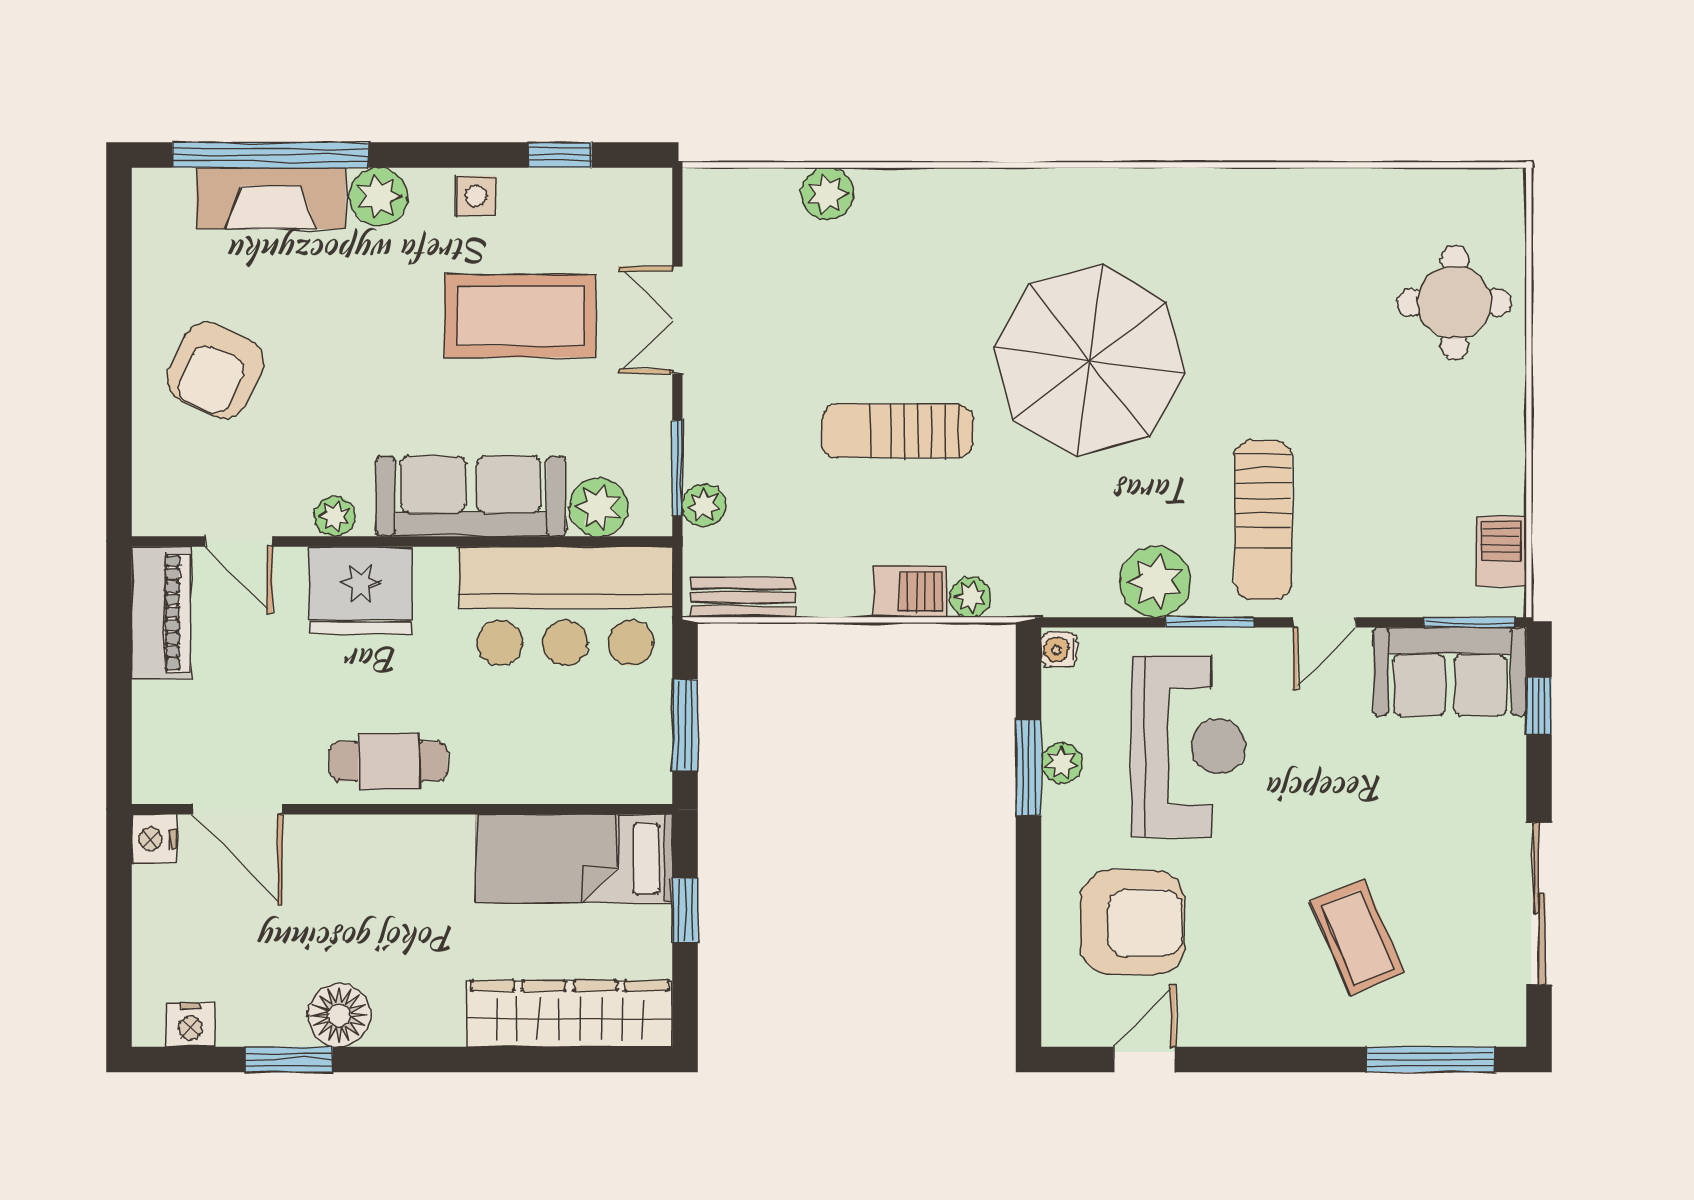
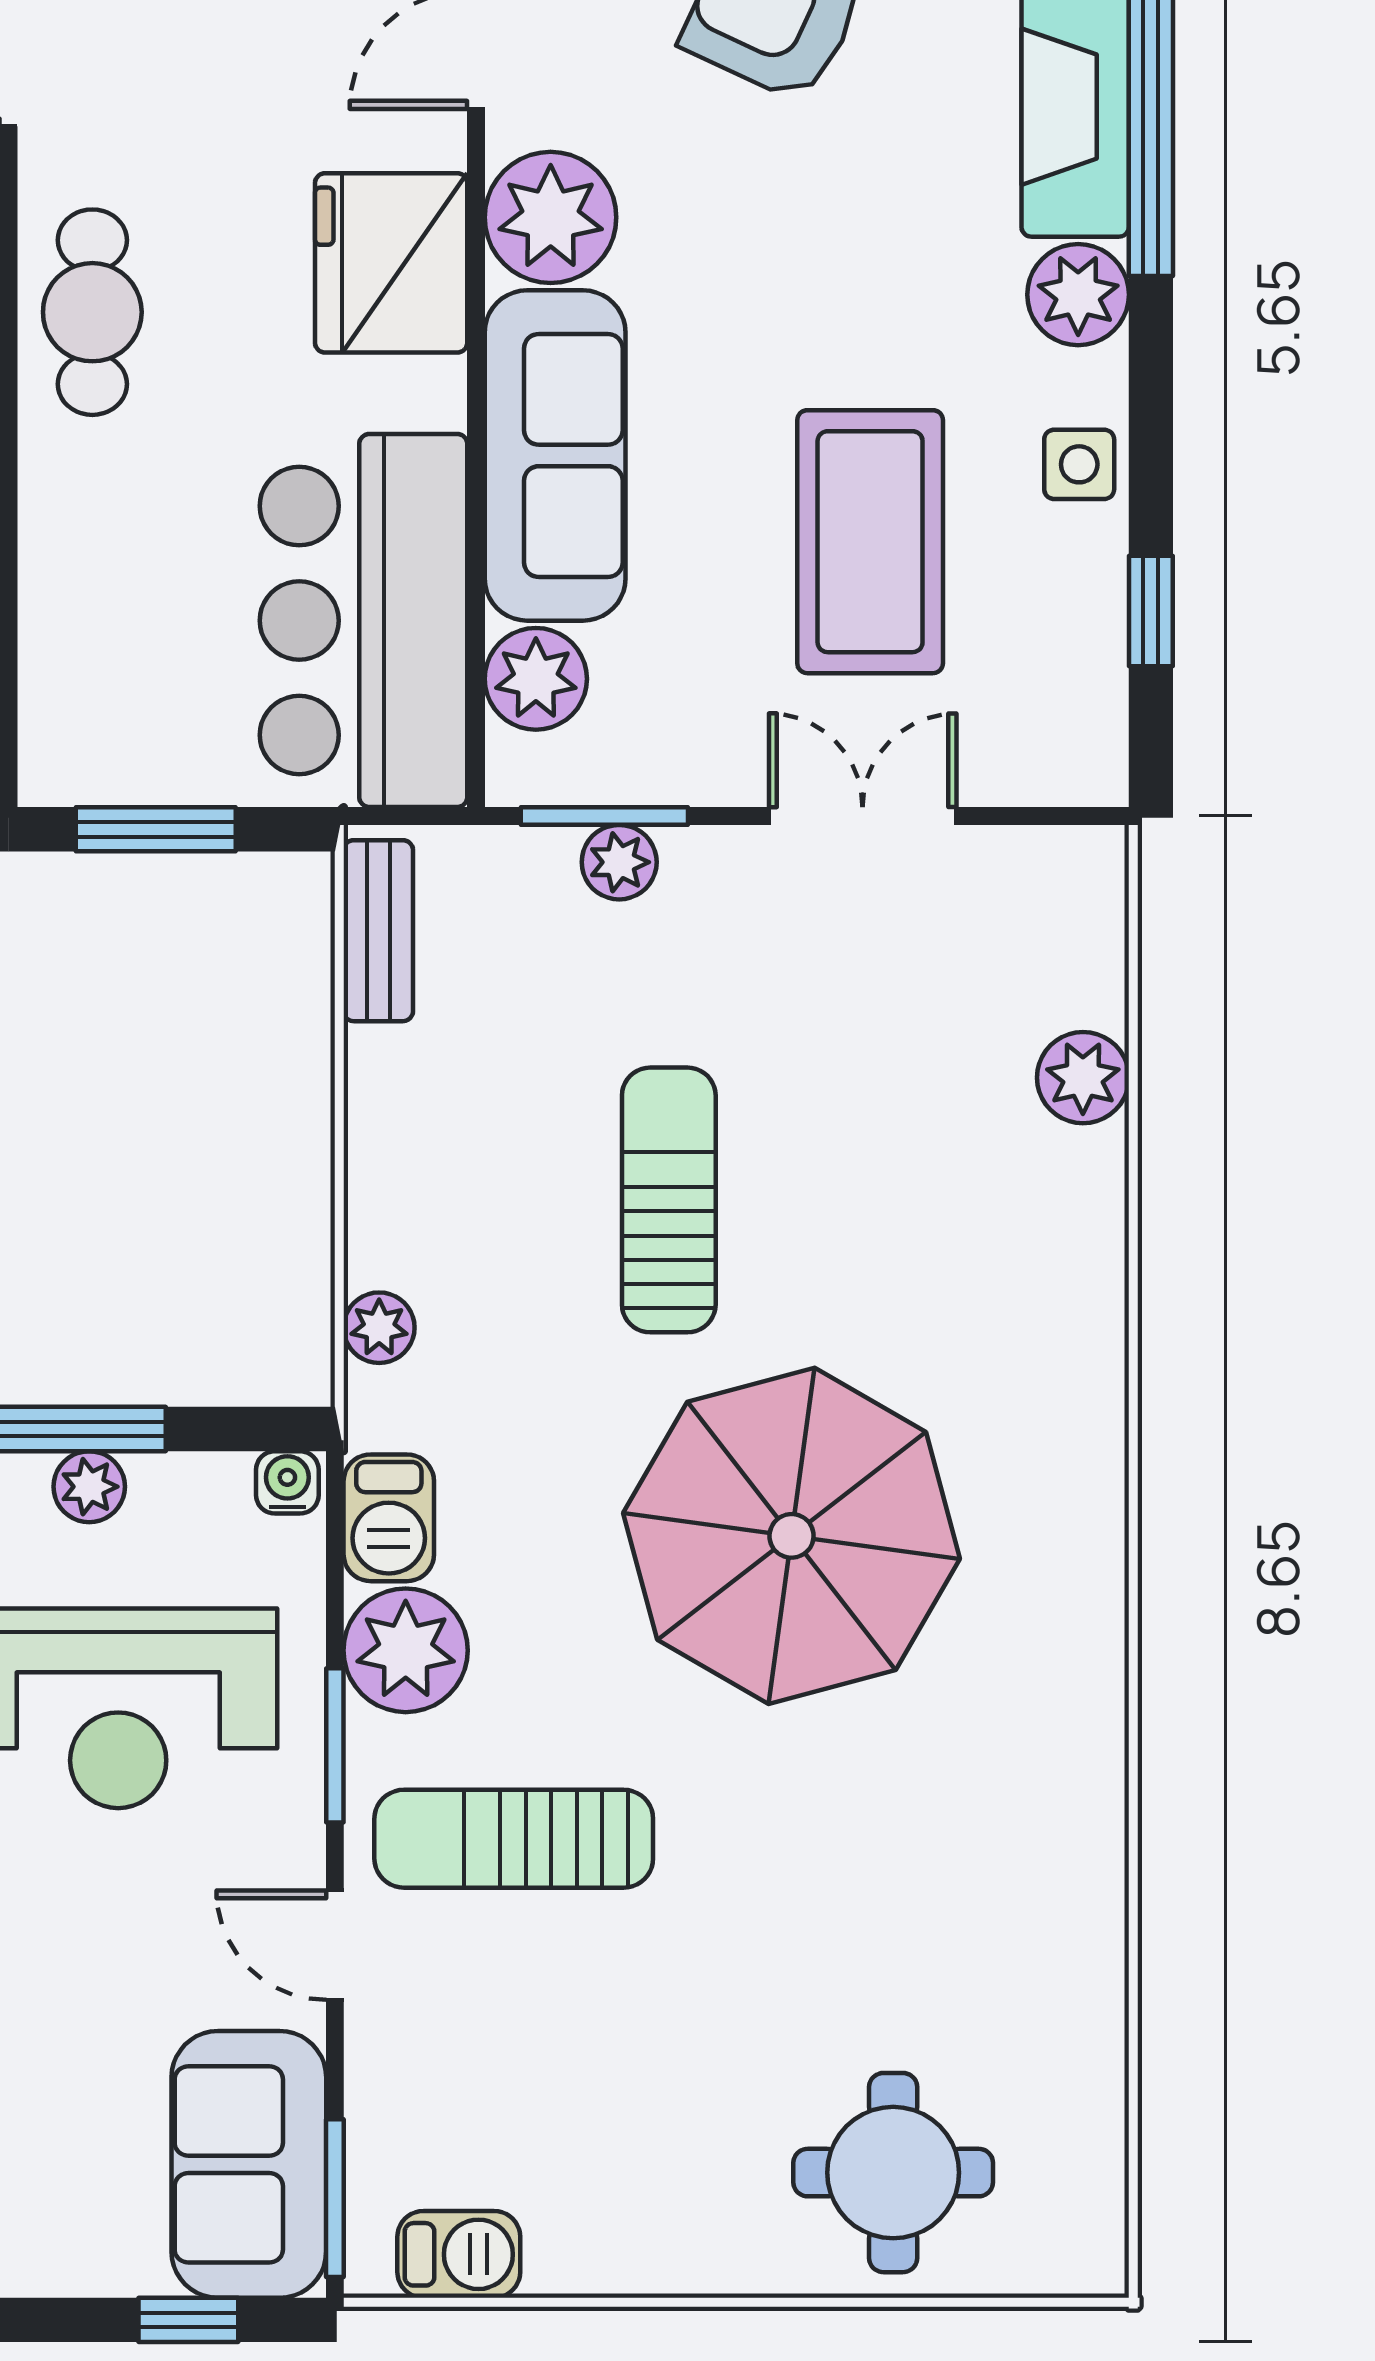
plant: (704, 505) -> (619, 862), moved
plant: (335, 516) -> (551, 217), width x1.87, depth x1.87
barbecue: (910, 591) -> (389, 1518), moved

